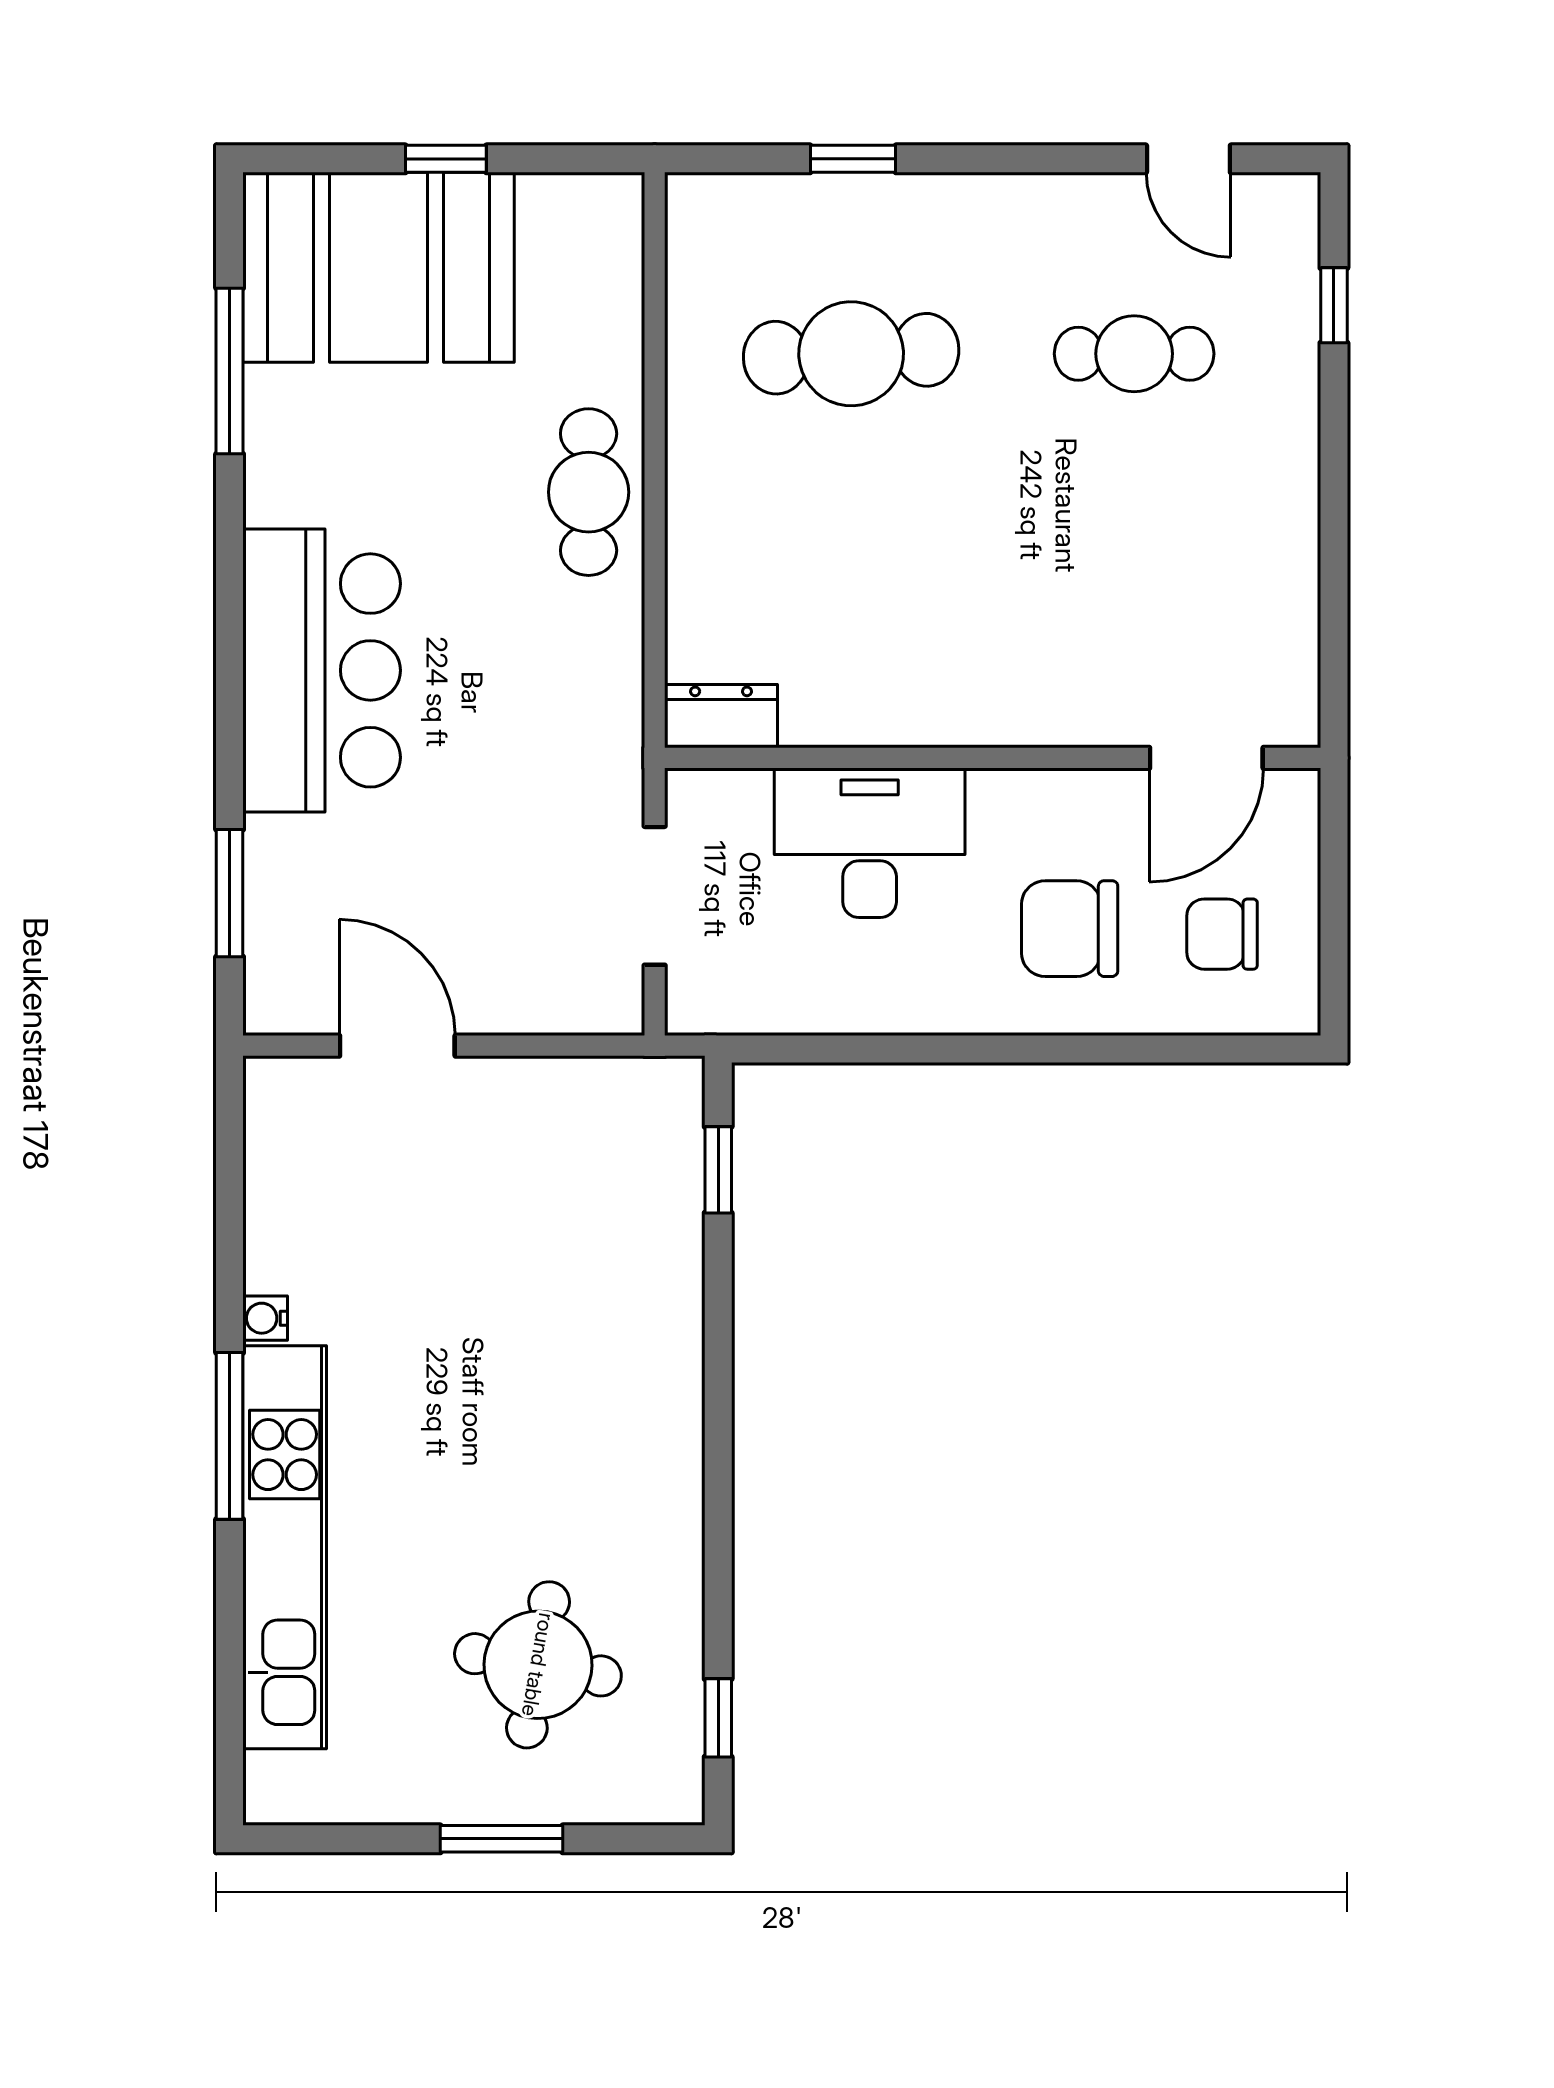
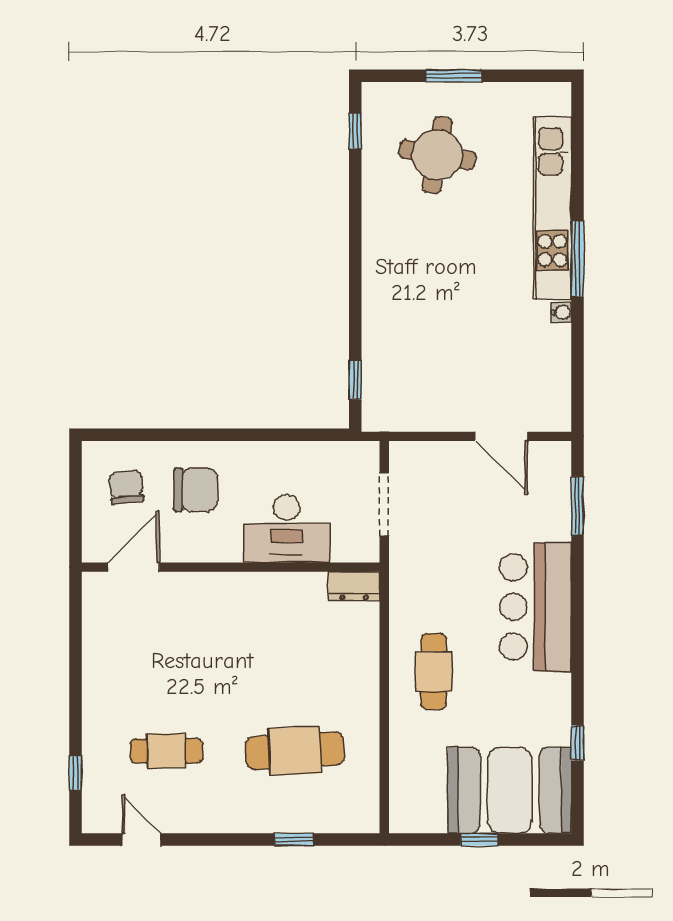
window: (230, 371) -> (577, 743), width x0.46
cafe table: (589, 492) -> (434, 671), moved
chair: (1222, 934) -> (126, 487), turned -96

